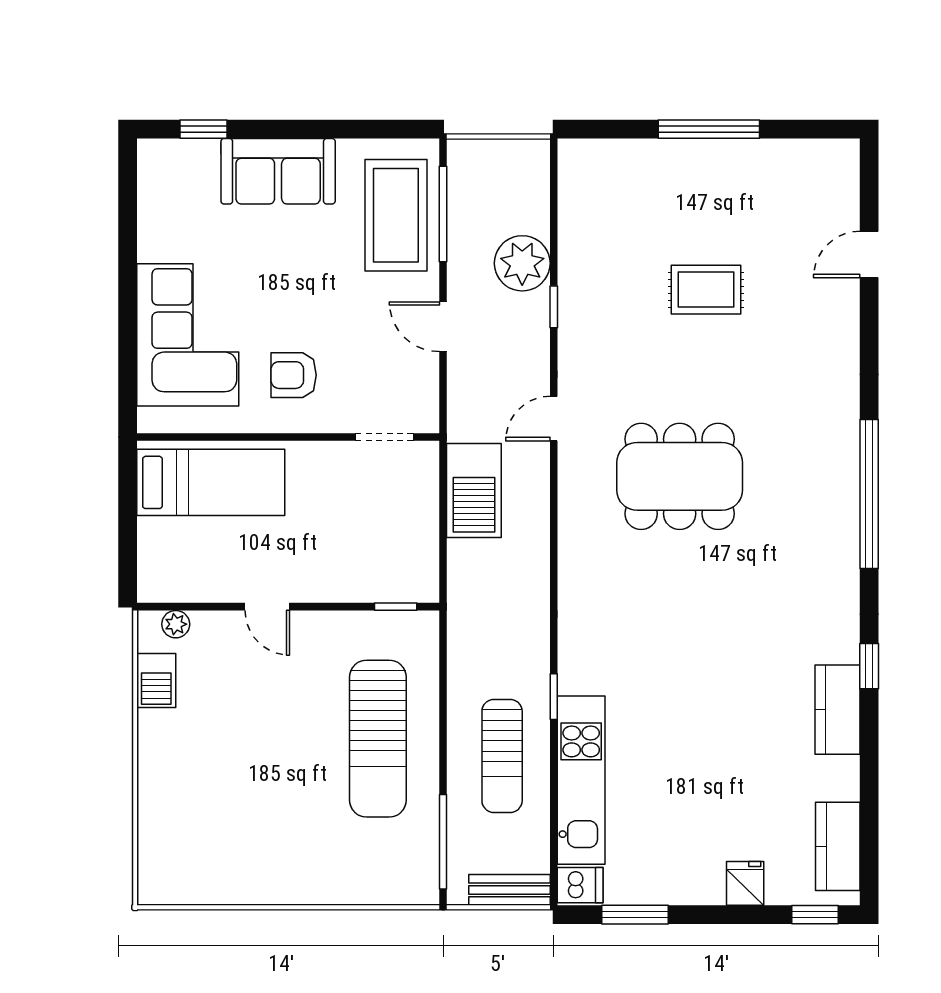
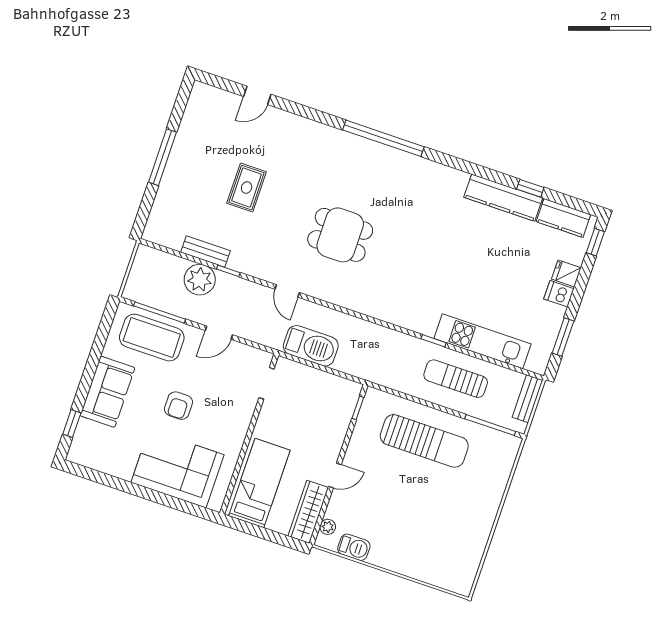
door: (869, 254) -> (257, 95), hinge flipped
bench: (573, 257) -> (206, 252), added
armchair: (294, 375) -> (178, 406), moved
dining table: (680, 476) -> (340, 235), width x0.73
wardrobe: (190, 582) -> (308, 512), added
window: (869, 666) -> (530, 188), moved
kitchen counter: (837, 710) -> (503, 198), width x1.50
sun lounger: (502, 756) -> (456, 379), turned 180
dishwasher: (580, 885) -> (559, 294), moved, turned -90

